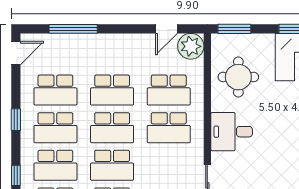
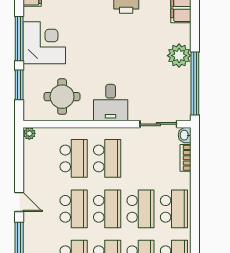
door: (167, 29) -> (19, 202), moved
window: (234, 29) -> (19, 85), moved
plant: (191, 46) -> (29, 133), width x0.53, depth x0.53

